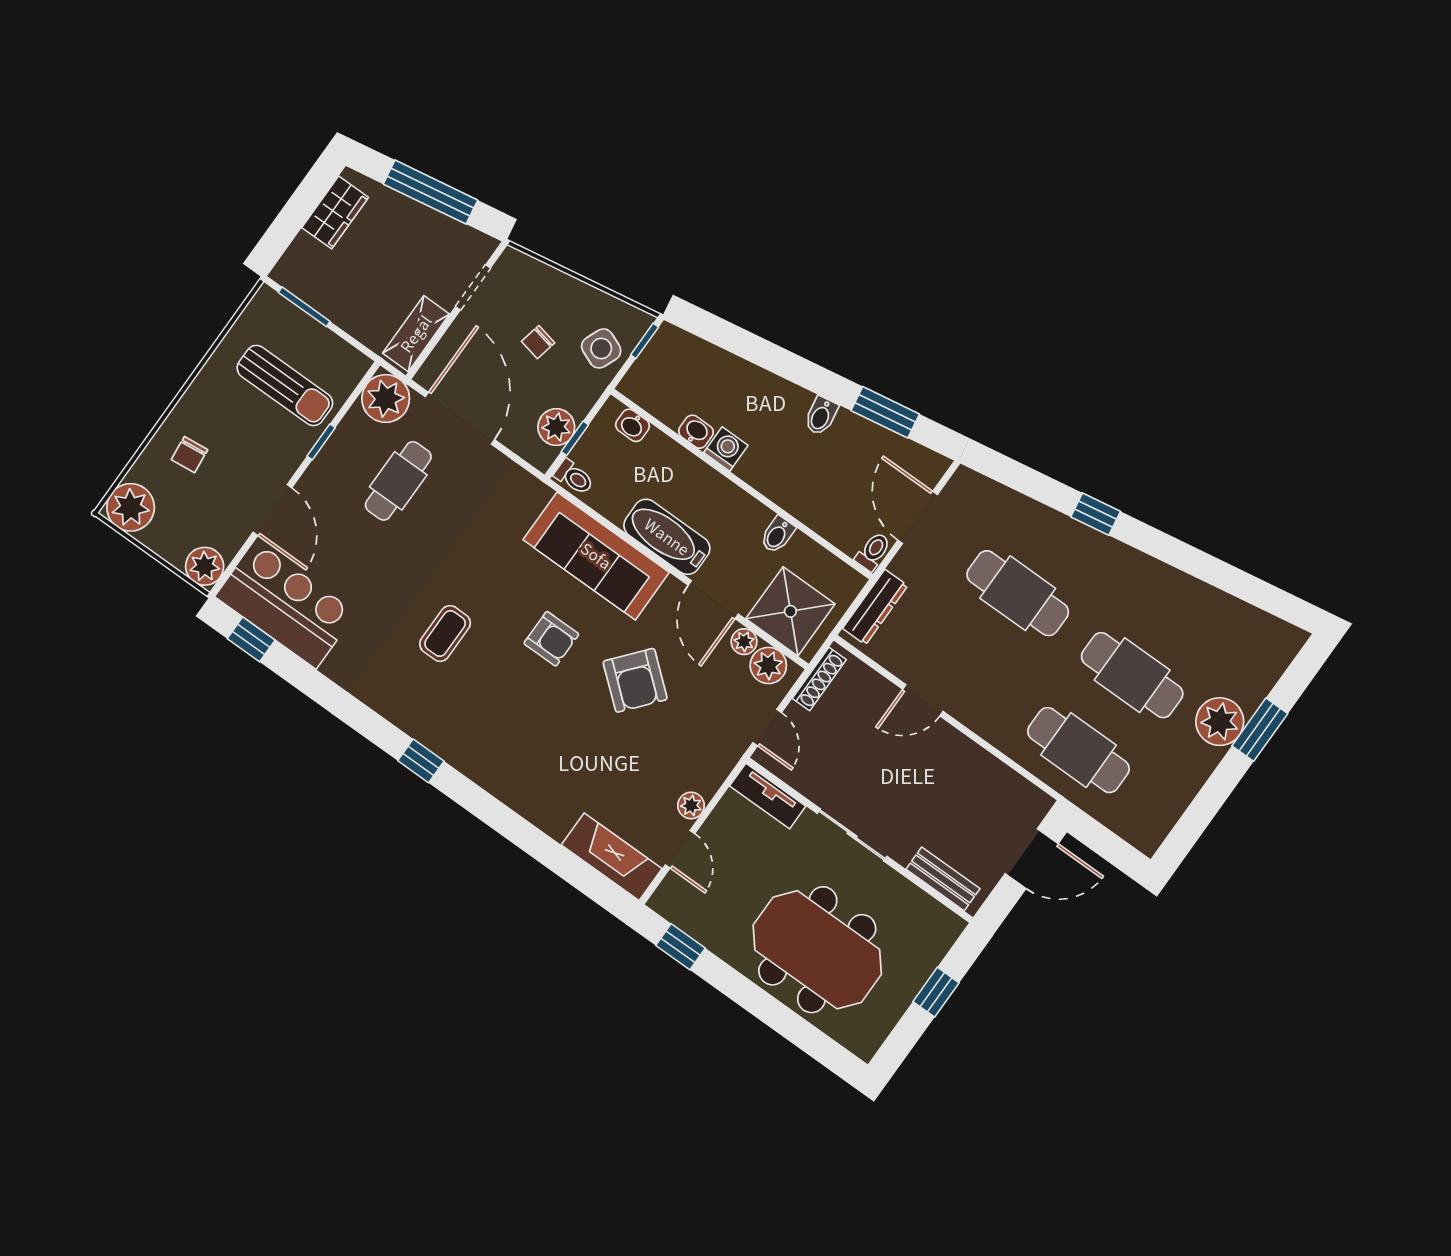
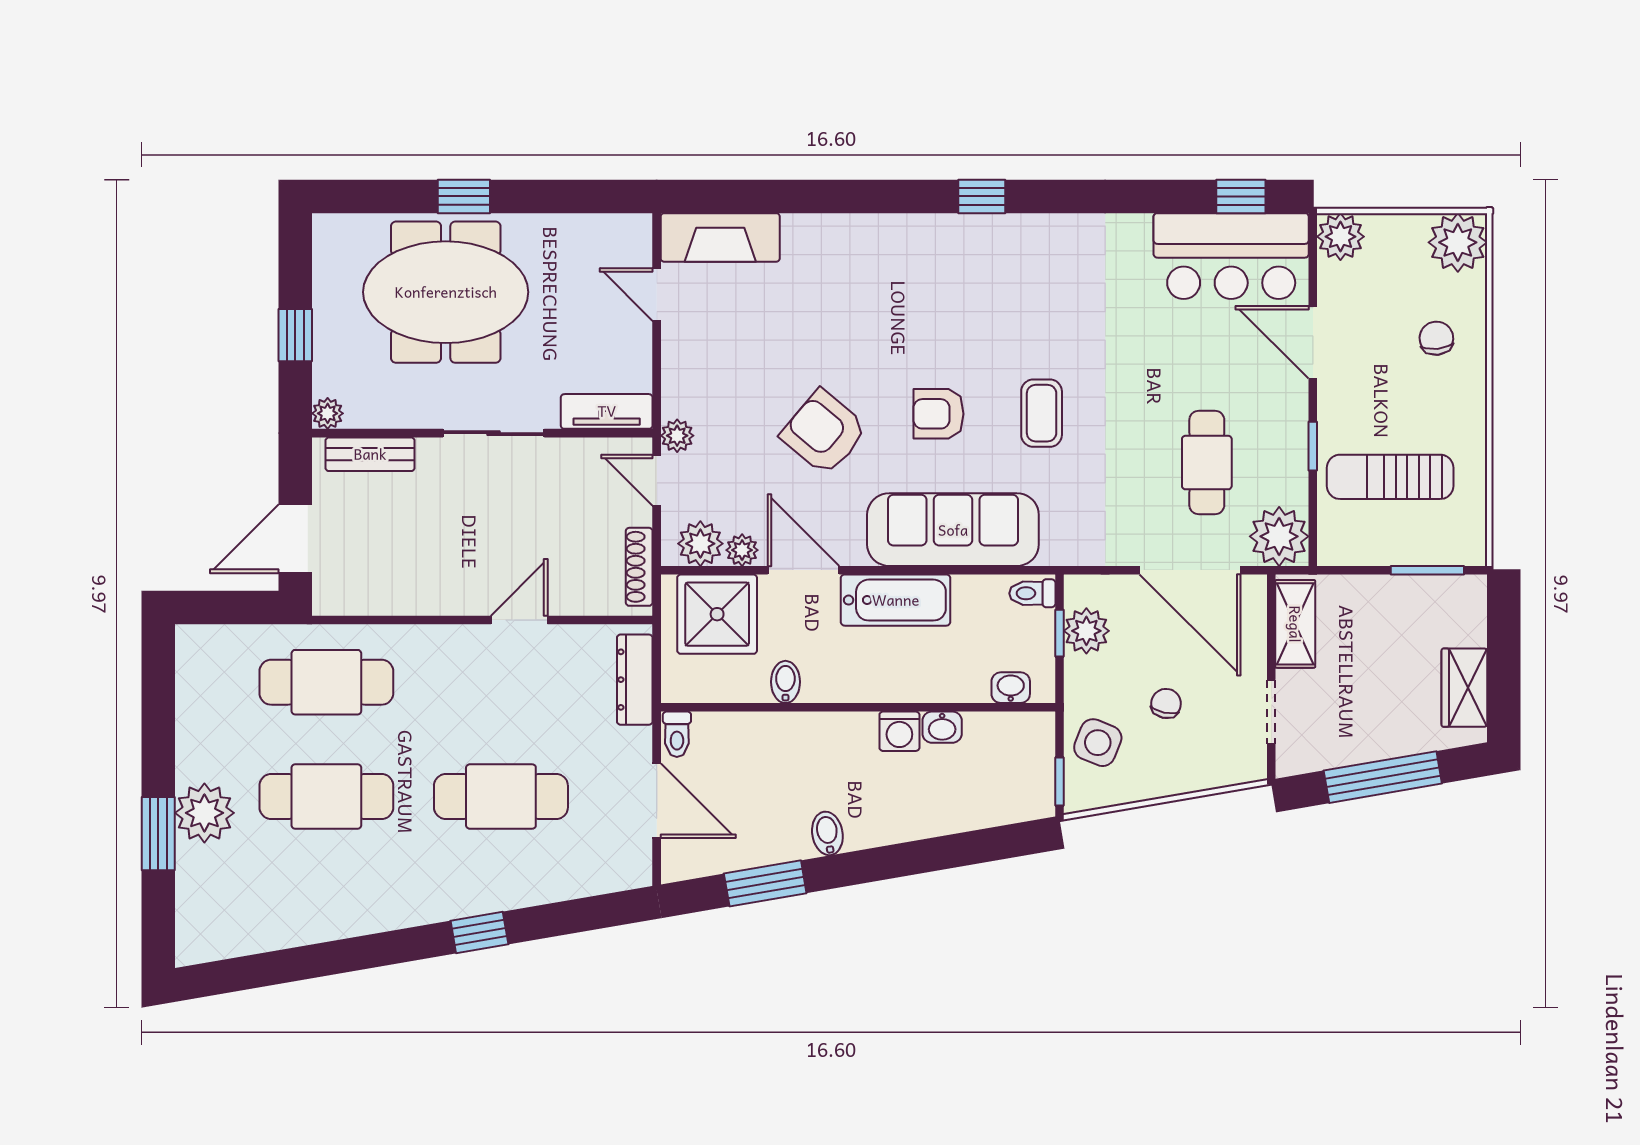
coffee table: (445, 633) -> (1042, 413), moved
plant: (691, 806) -> (677, 436), moved
plant: (952, 926) -> (328, 413), added
window: (681, 947) -> (464, 196), moved

